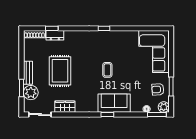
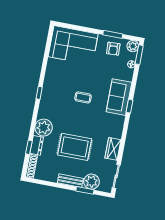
plant: (73, 39) -> (44, 128), added

